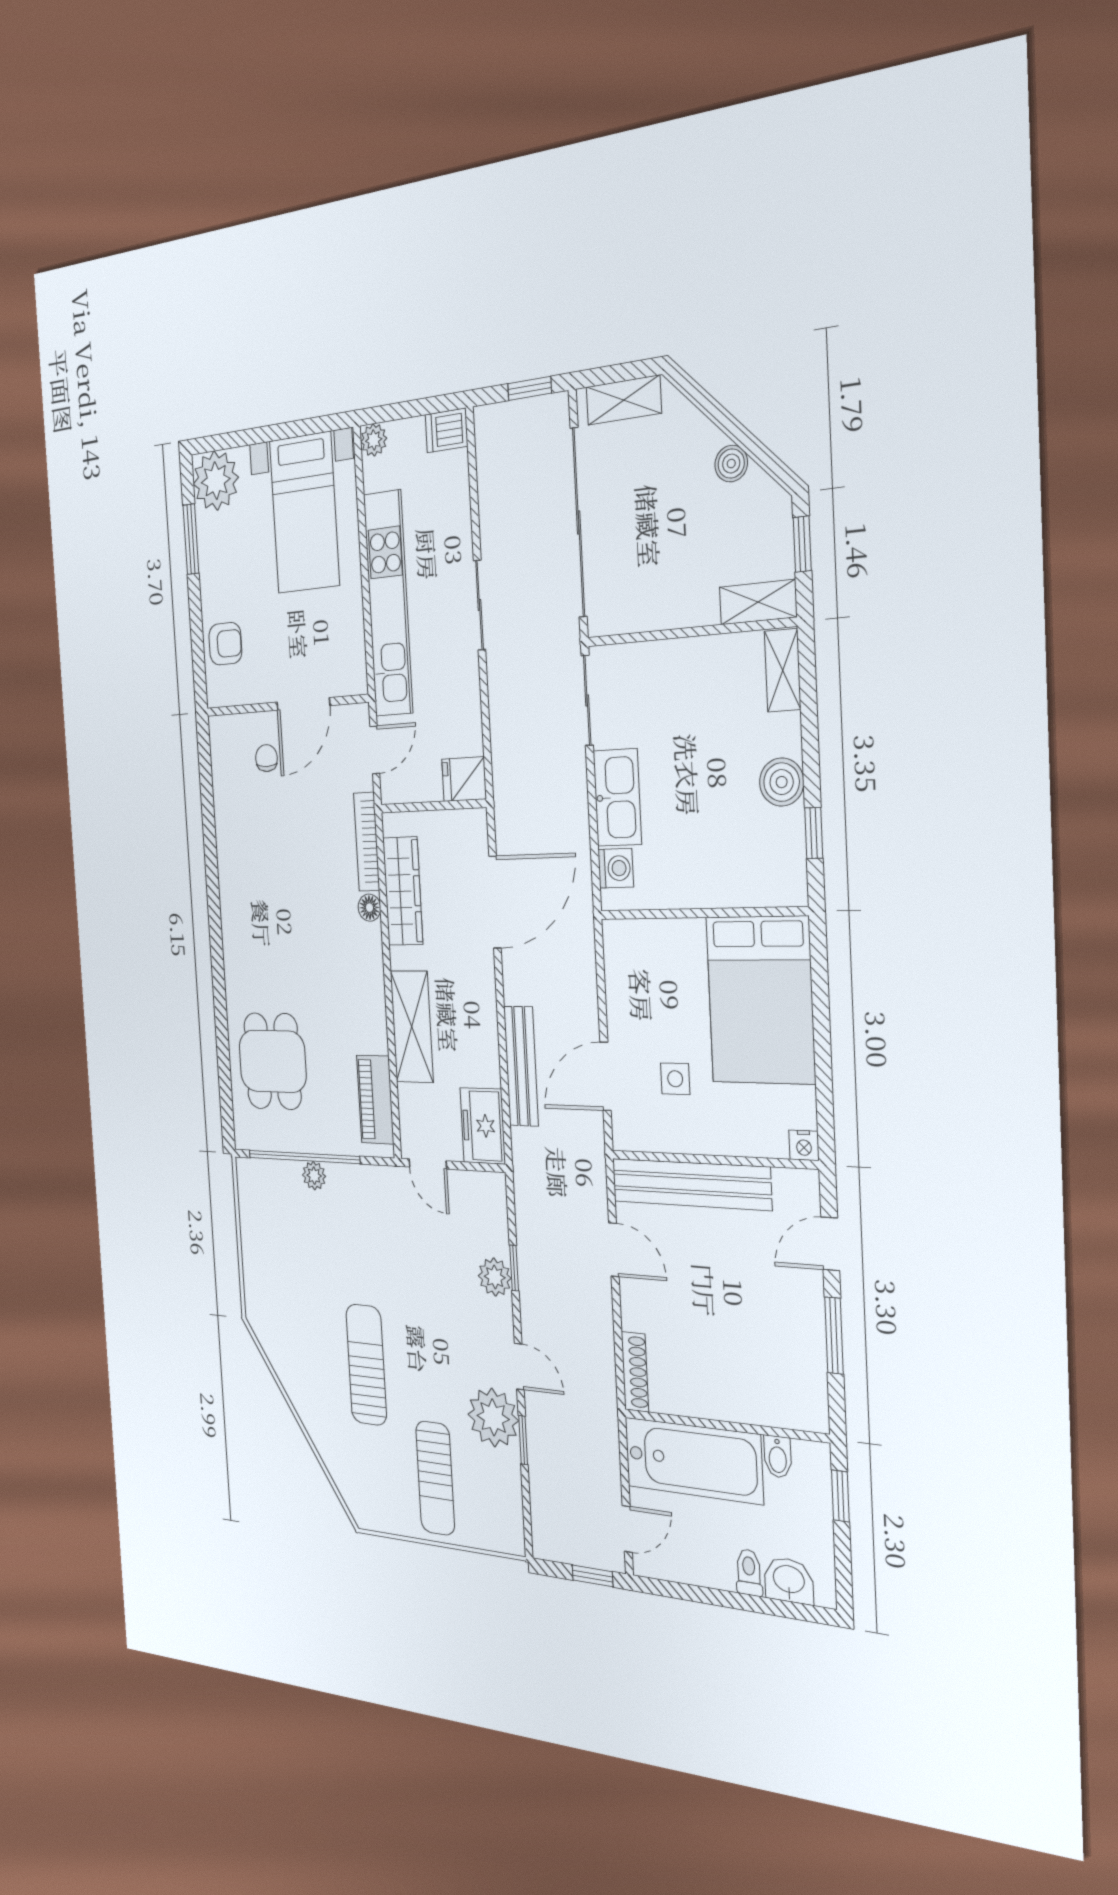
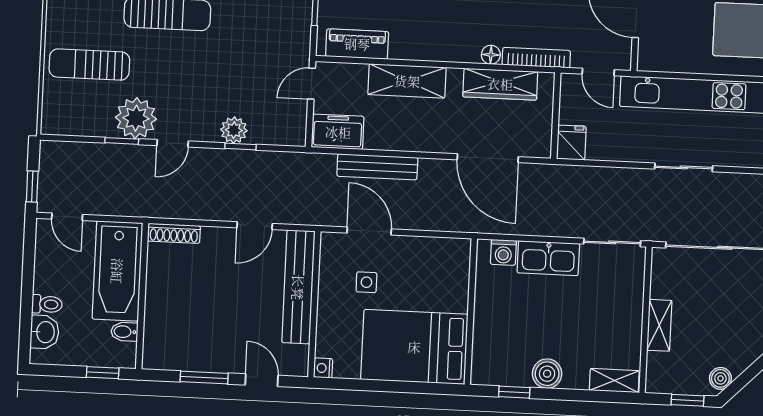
boiler: (731, 464) -> (720, 378), moved
shelving: (758, 602) -> (659, 325), moved

